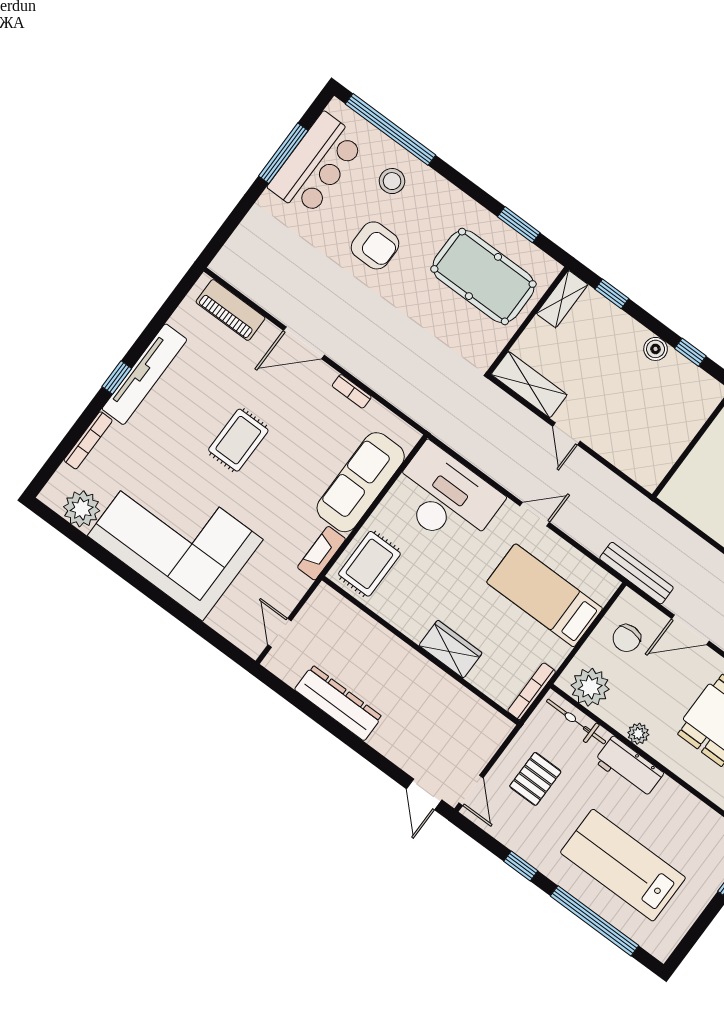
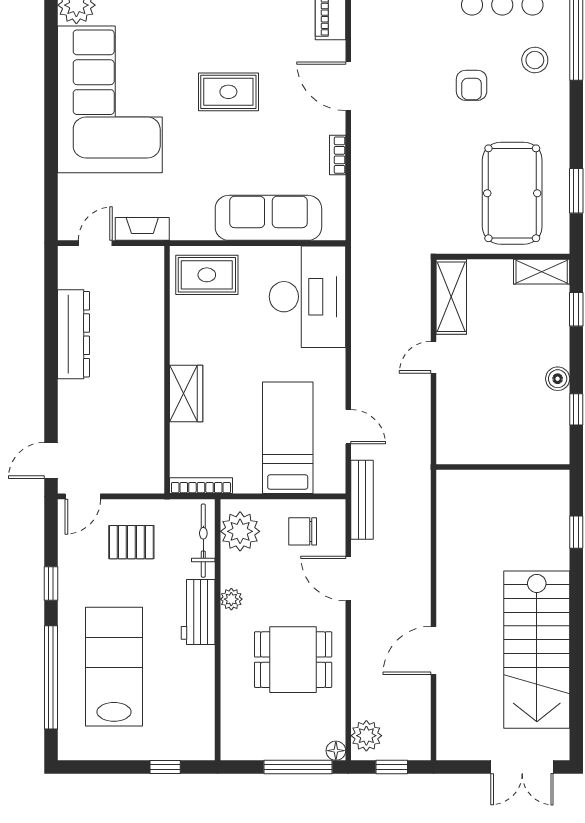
armchair: (375, 245) -> (472, 85), width x0.72, depth x0.72
door: (535, 514) -> (348, 427), moved
fireplace: (321, 553) -> (142, 229), moved

